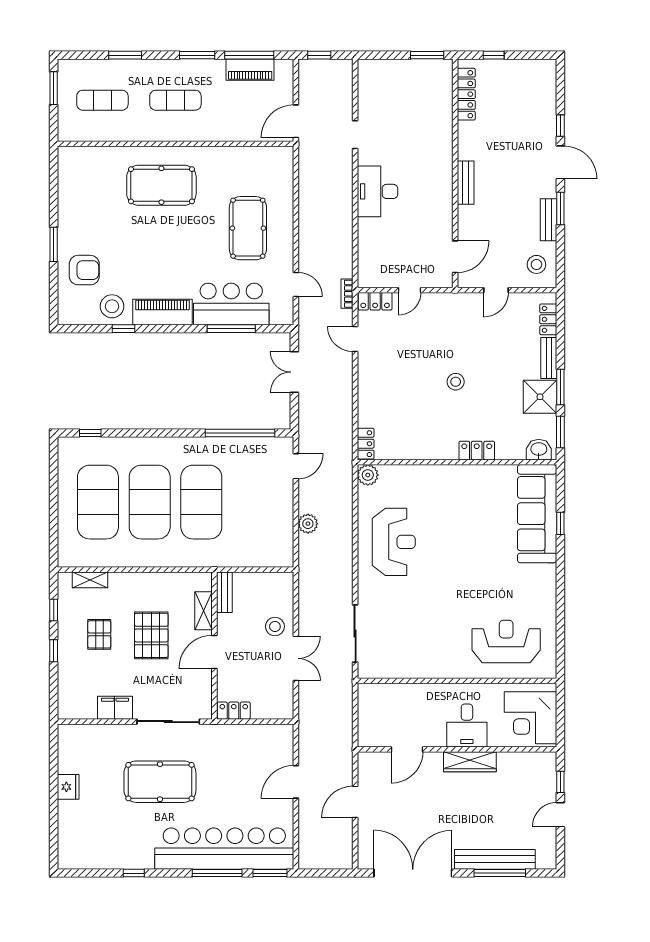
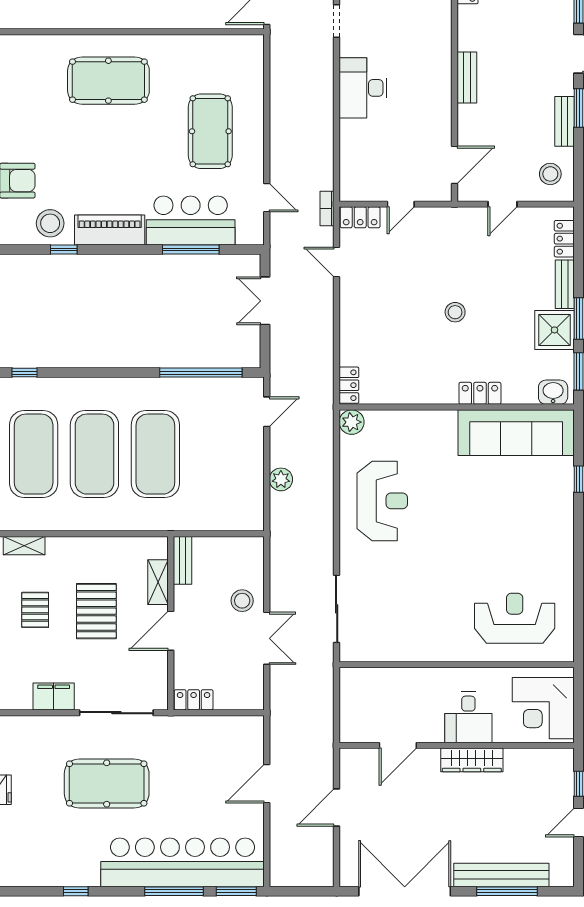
sofa: (537, 514) -> (516, 433), moved, turned -90

